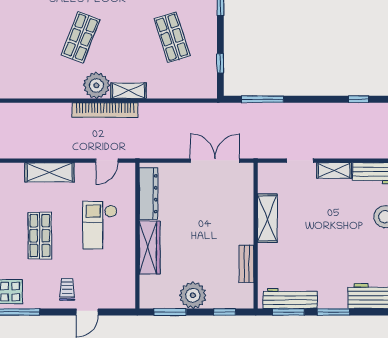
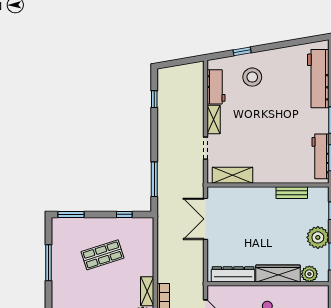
shelving: (267, 218) -> (233, 175), moved
plant: (149, 285) -> (309, 274), added

